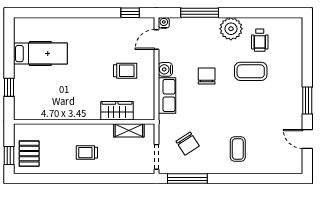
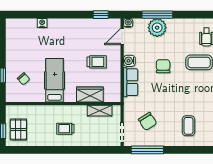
nightstand: (58, 23) -> (42, 23), added
plant: (231, 29) -> (157, 28), moved
hospital bed: (40, 54) -> (55, 80), moved, turned -90
chair: (36, 91) -> (24, 79), added

